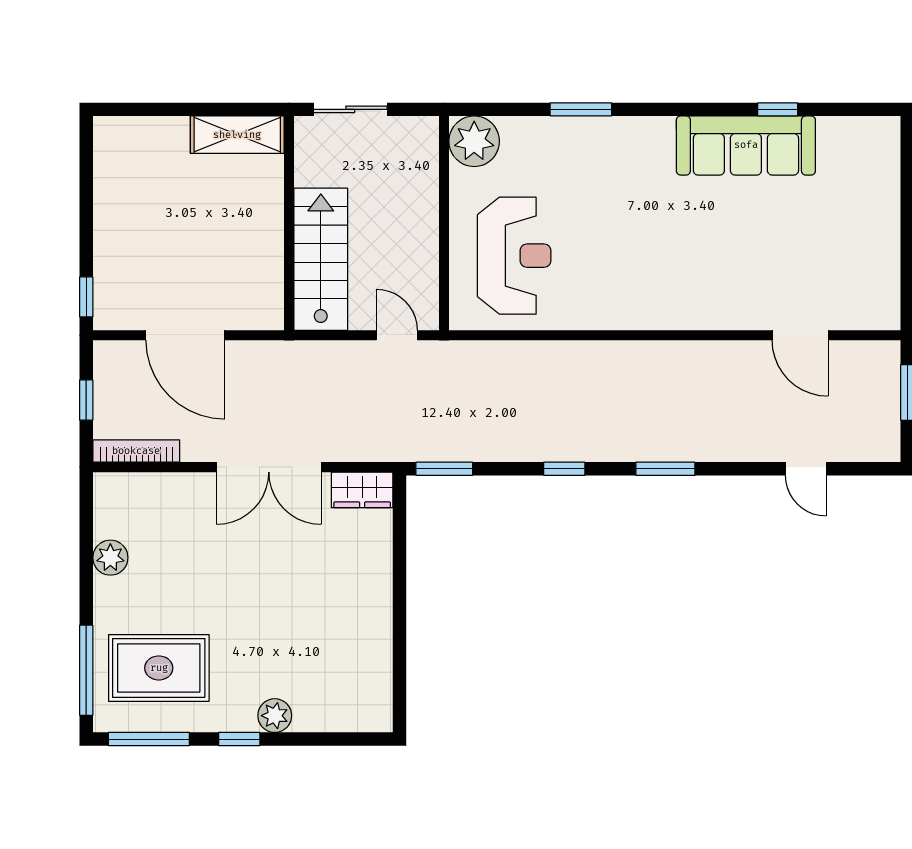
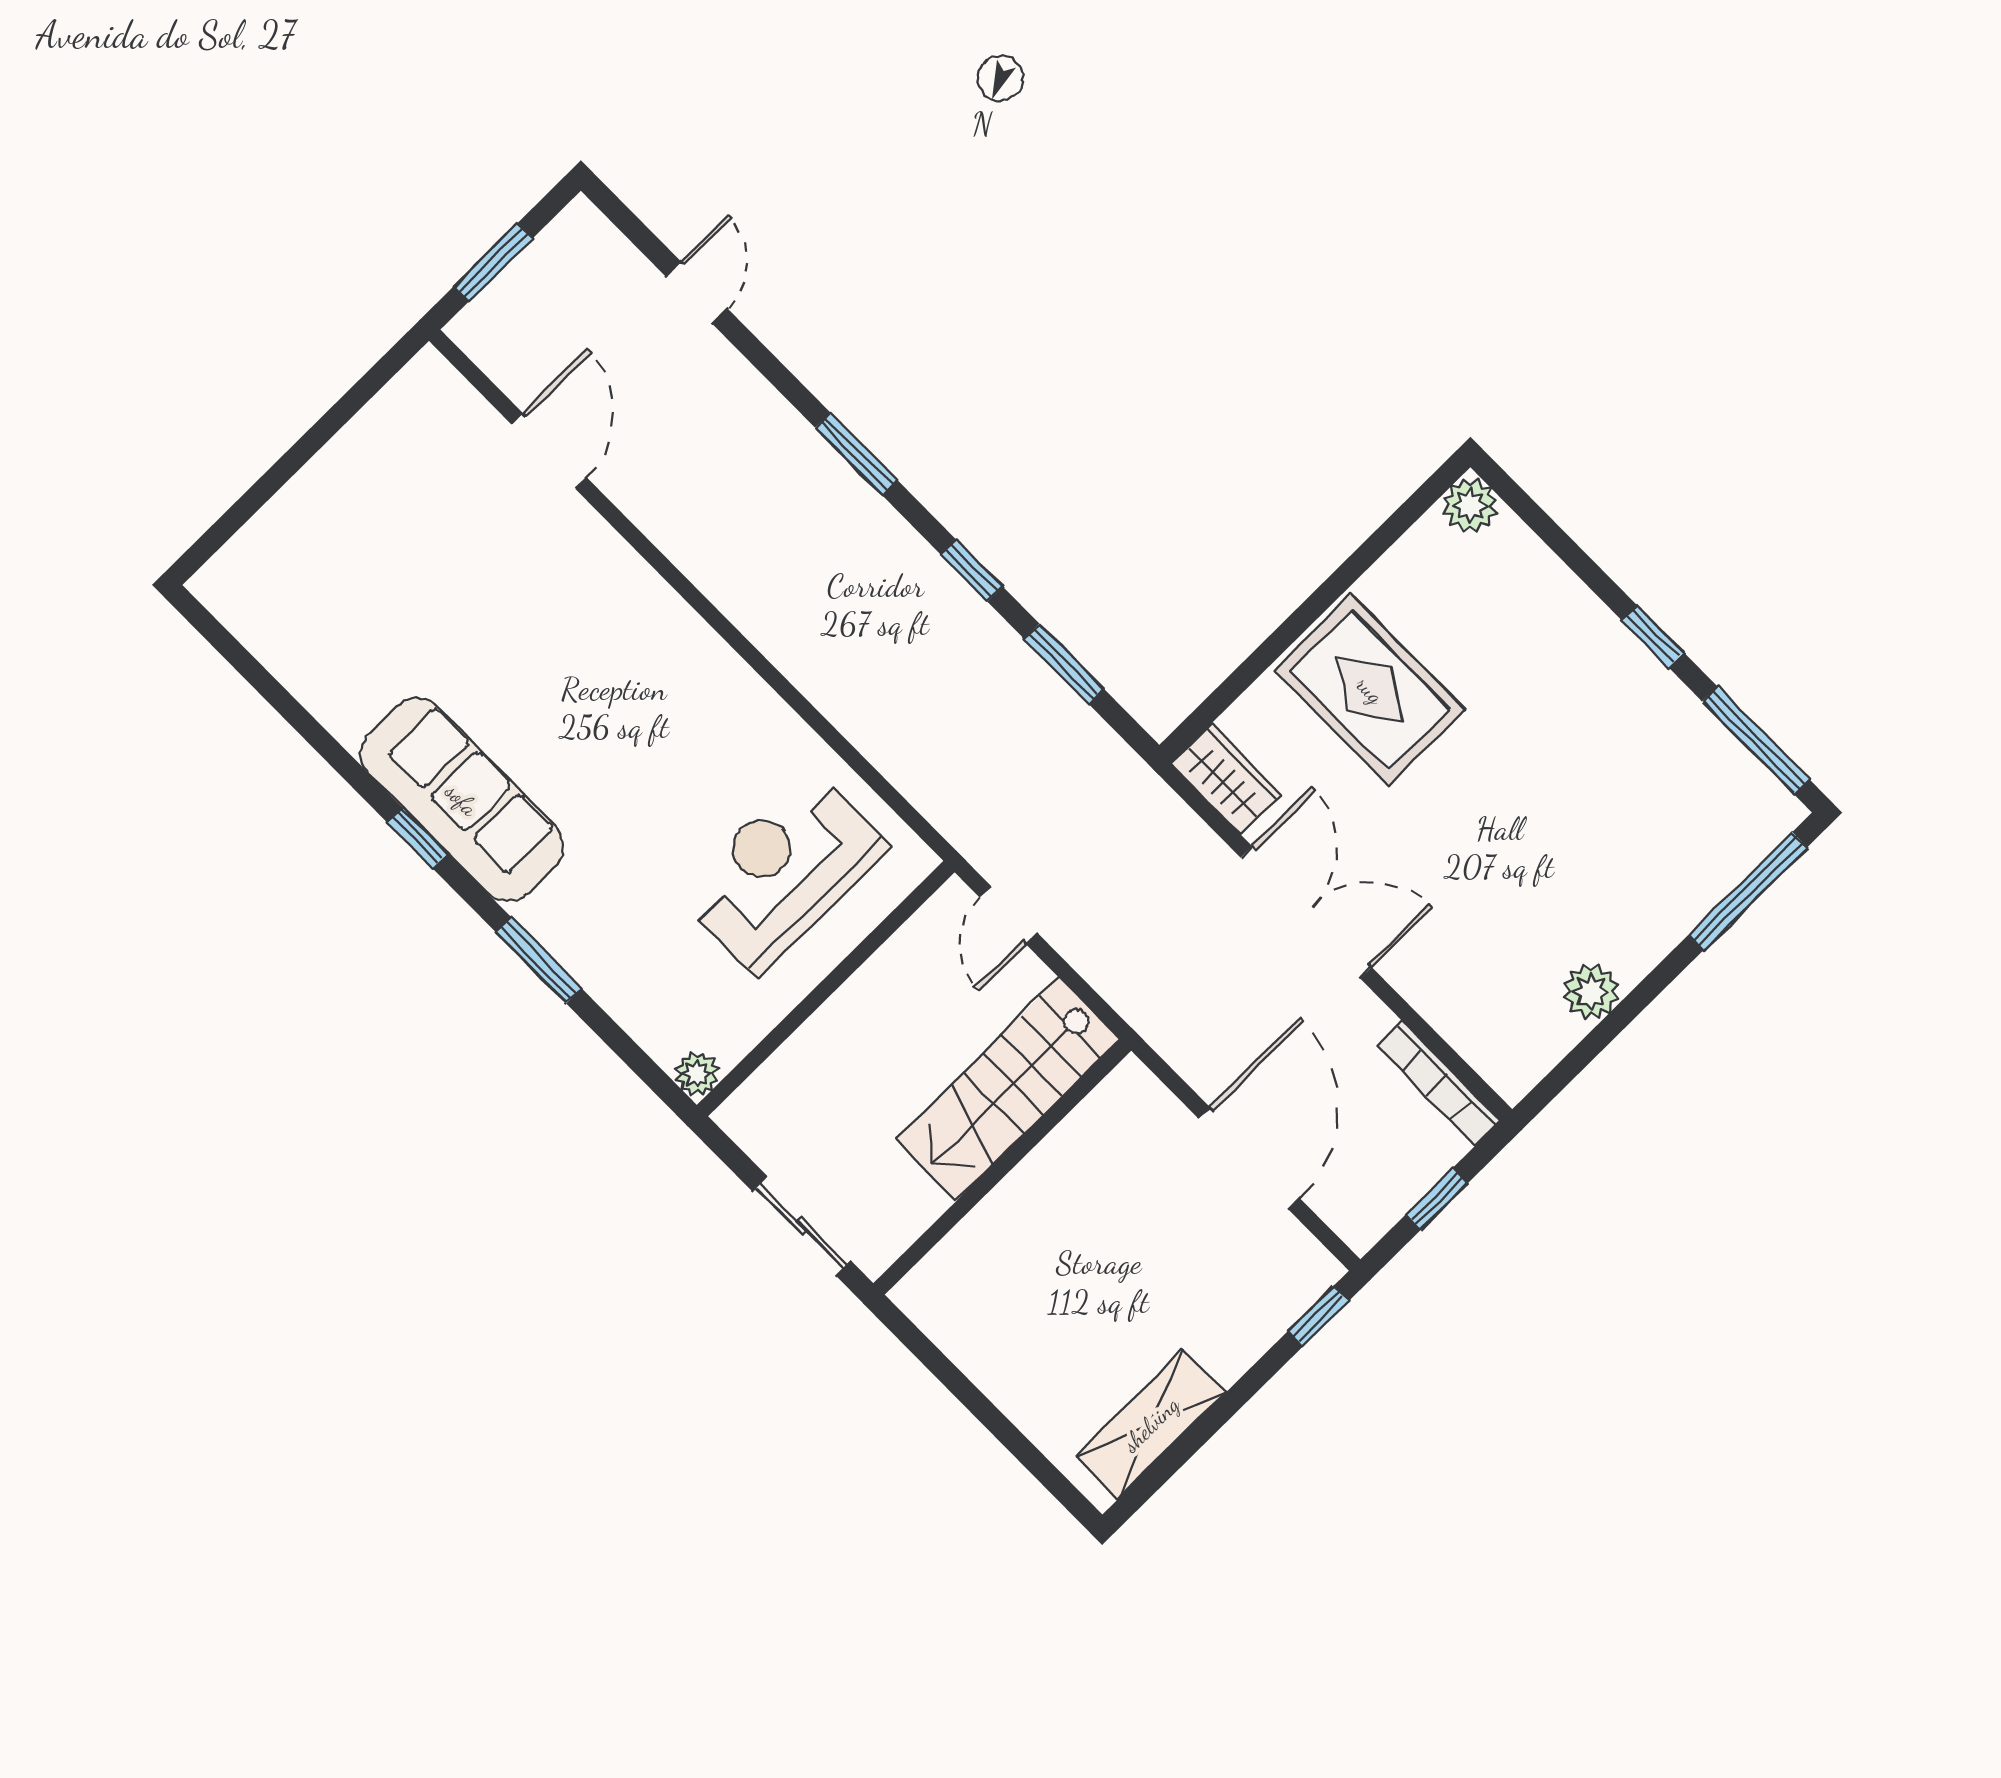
window: (778, 109) -> (418, 838), moved
shelving: (237, 135) -> (1151, 1424), moved, turned 90
plant: (474, 141) -> (697, 1074), width x0.53, depth x0.53
sofa: (746, 145) -> (462, 800), moved
window: (444, 469) -> (1064, 664), moved
rug: (159, 668) -> (1370, 690), moved
plant: (275, 716) -> (1470, 506), moved

